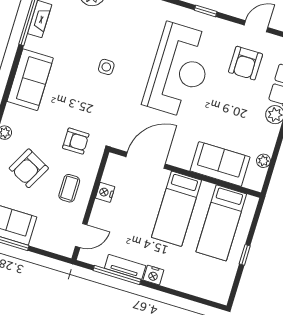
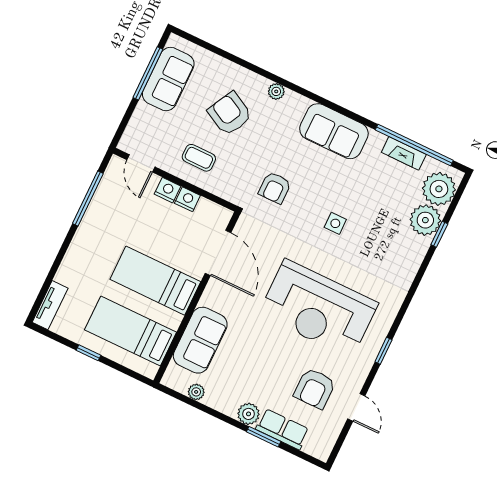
armchair: (246, 63) -> (315, 388), turned -90
armchair: (76, 141) -> (275, 188), moved
tv unit: (125, 267) -> (50, 305), moved
nightstand: (153, 275) -> (168, 190), moved, turned 90

